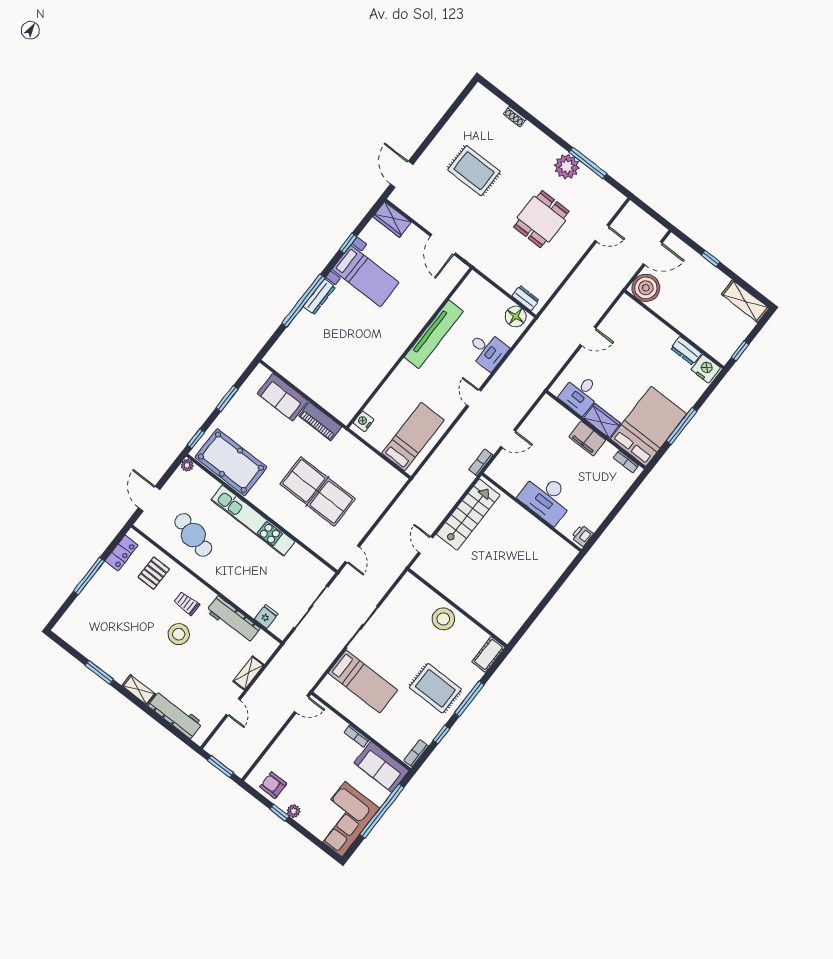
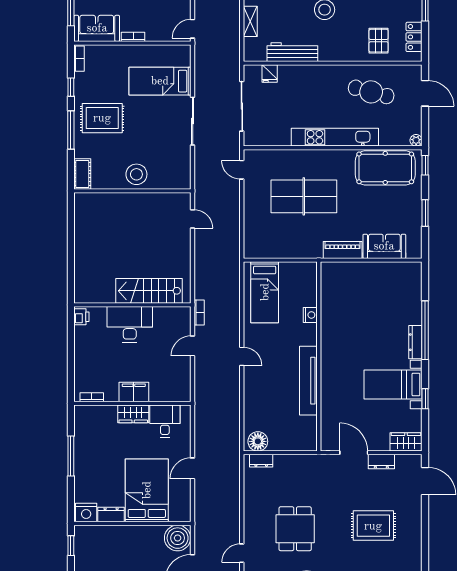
dresser: (425, 219) -> (381, 462), added
desk: (487, 350) -> (259, 400), removed
nightstand: (364, 421) -> (310, 315), moved
bed: (649, 426) -> (147, 490), moved, turned 180
stairs: (468, 515) -> (149, 291), moved, turned 90
trolley: (187, 603) -> (336, 37), removed

